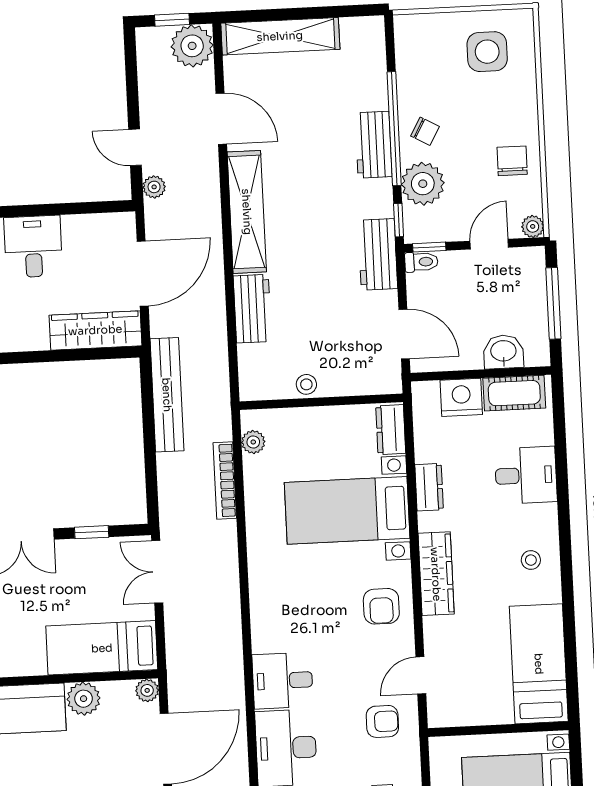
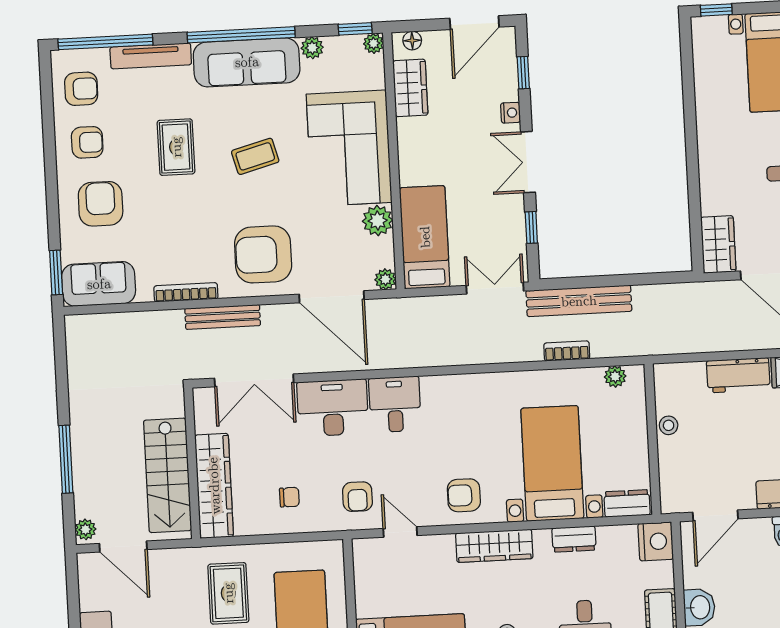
wardrobe: (95, 330) -> (718, 244), width x0.67
bench: (167, 395) -> (579, 301), moved
nightstand: (461, 397) -> (656, 541), moved
bookcase: (225, 481) -> (567, 351), width x0.64

